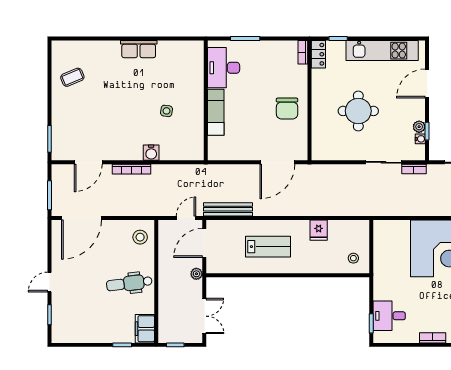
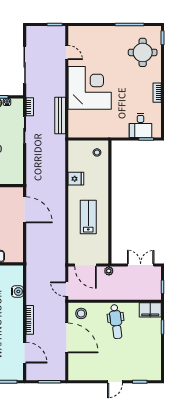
water cooler: (151, 153) -> (17, 291), moved
bench: (228, 209) -> (60, 116), moved
door: (81, 218) -> (67, 338), moved
door: (186, 218) -> (67, 289), moved
door: (50, 282) -> (115, 382), hinge flipped

